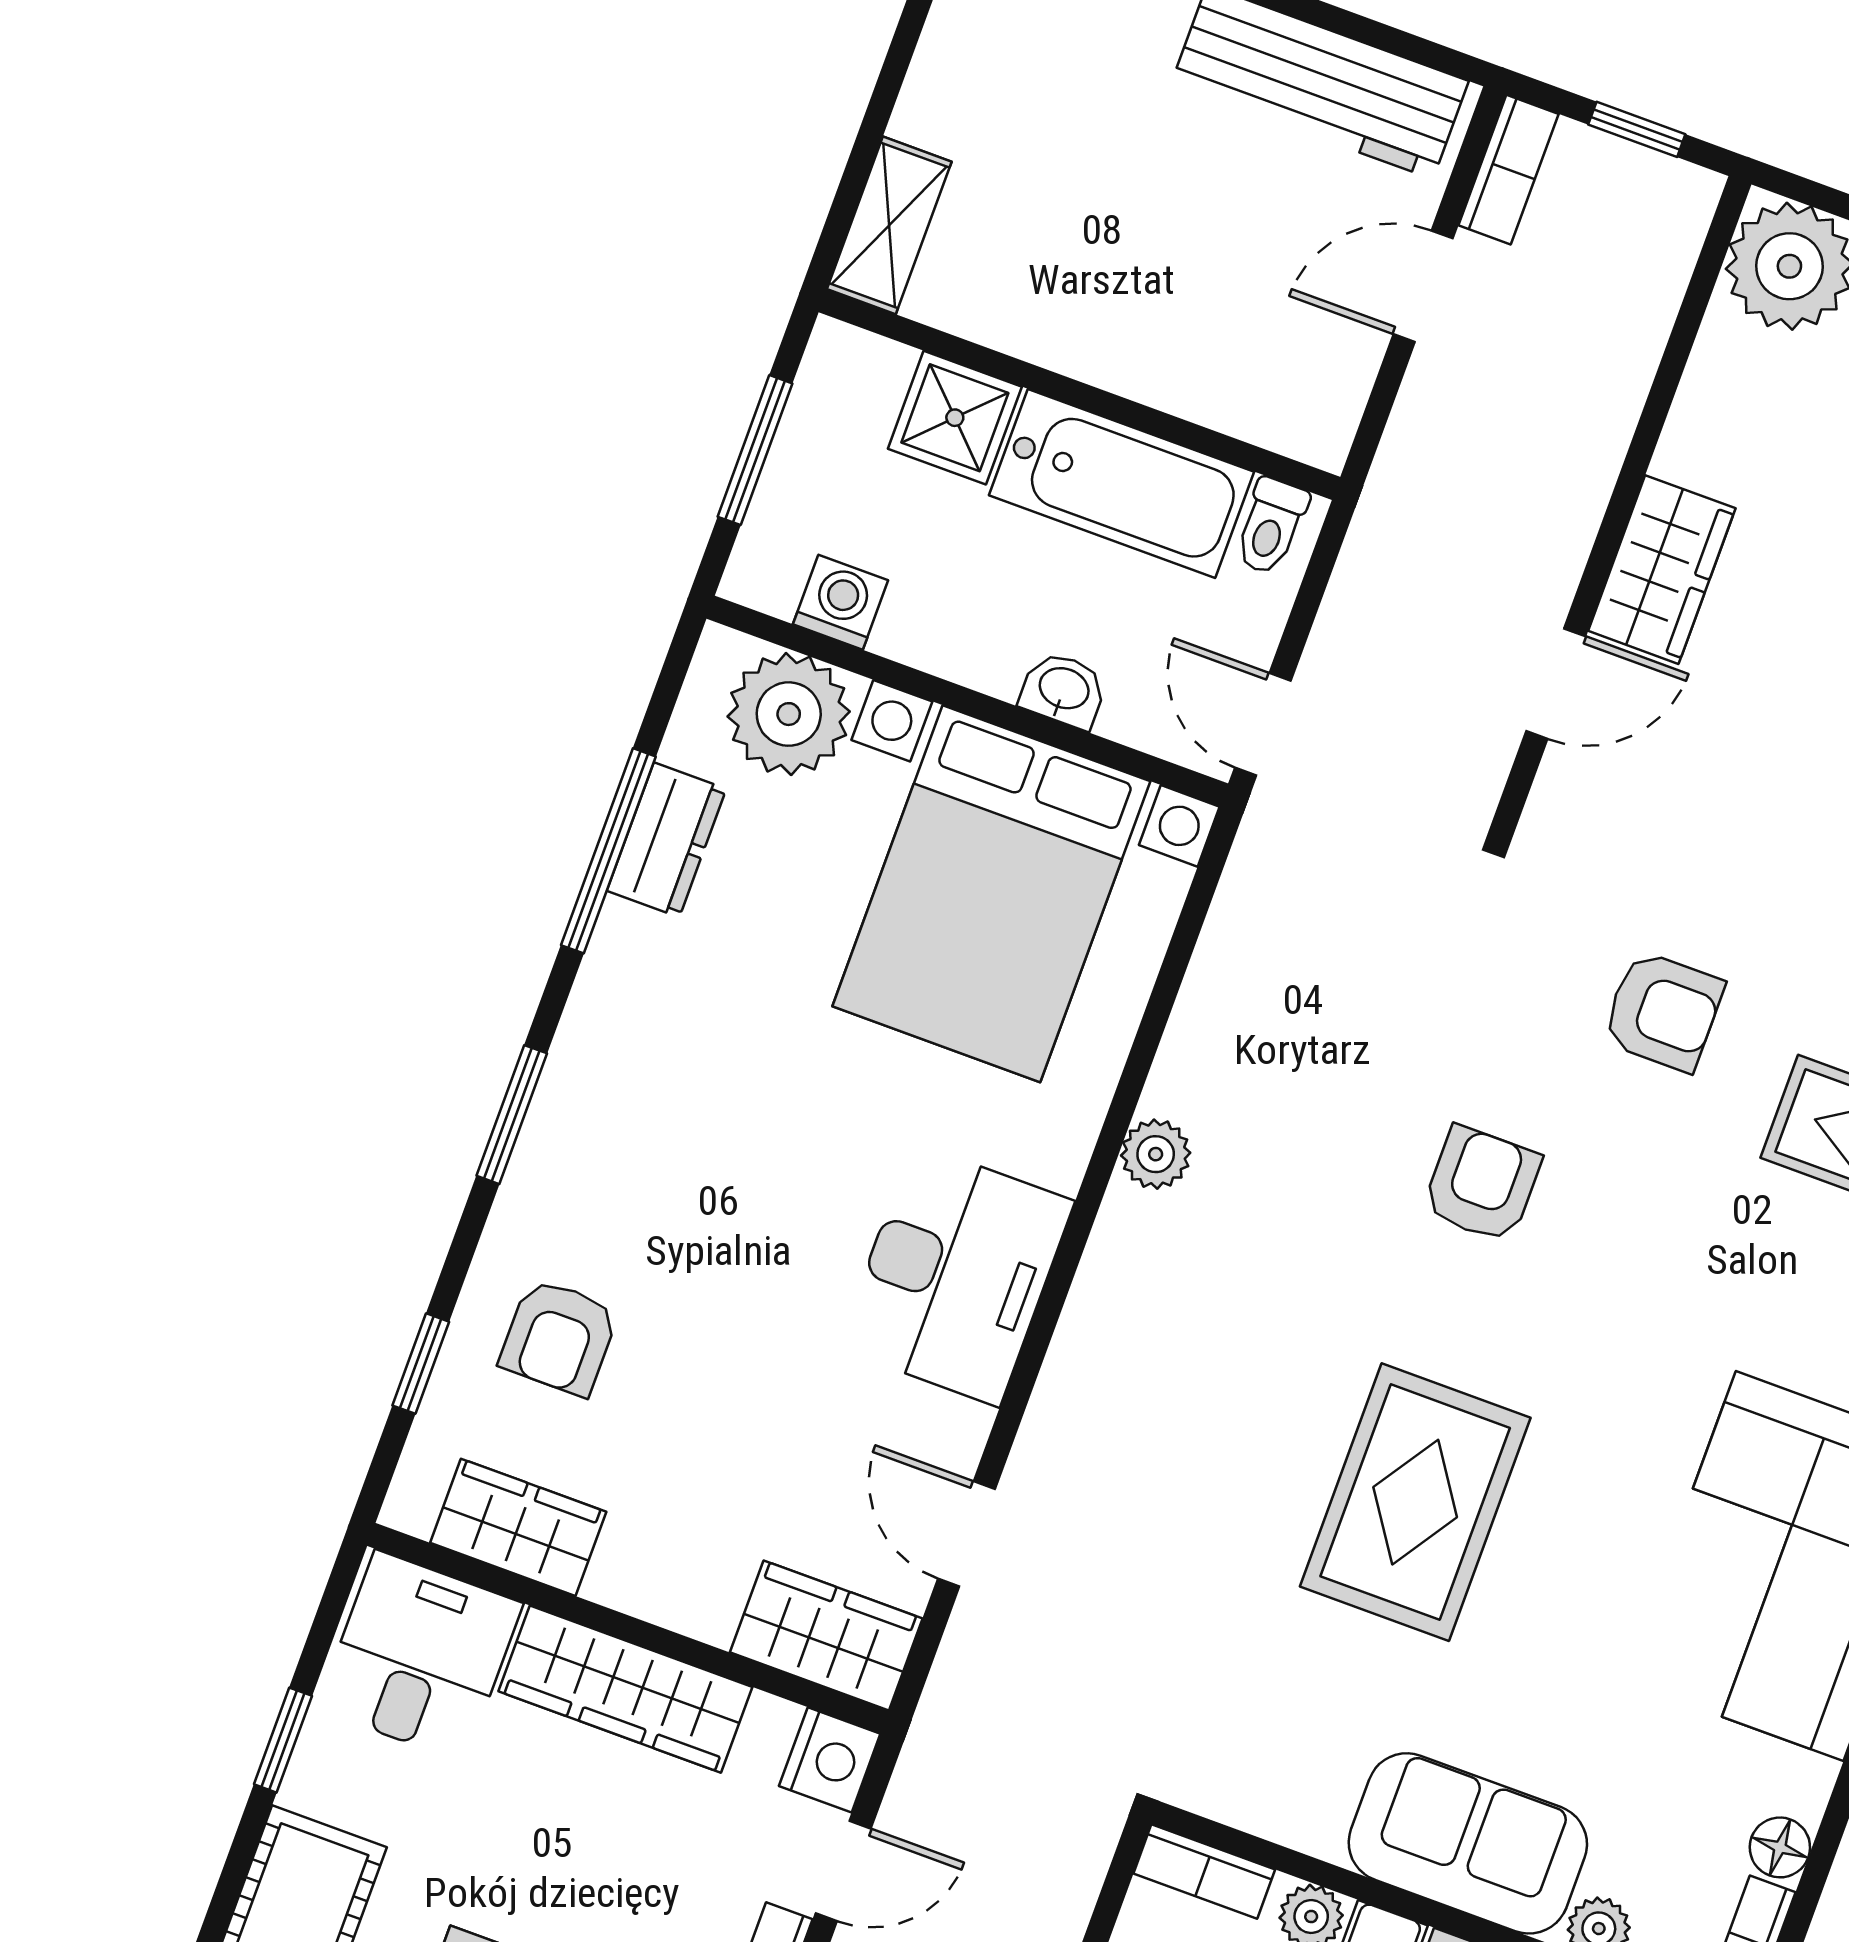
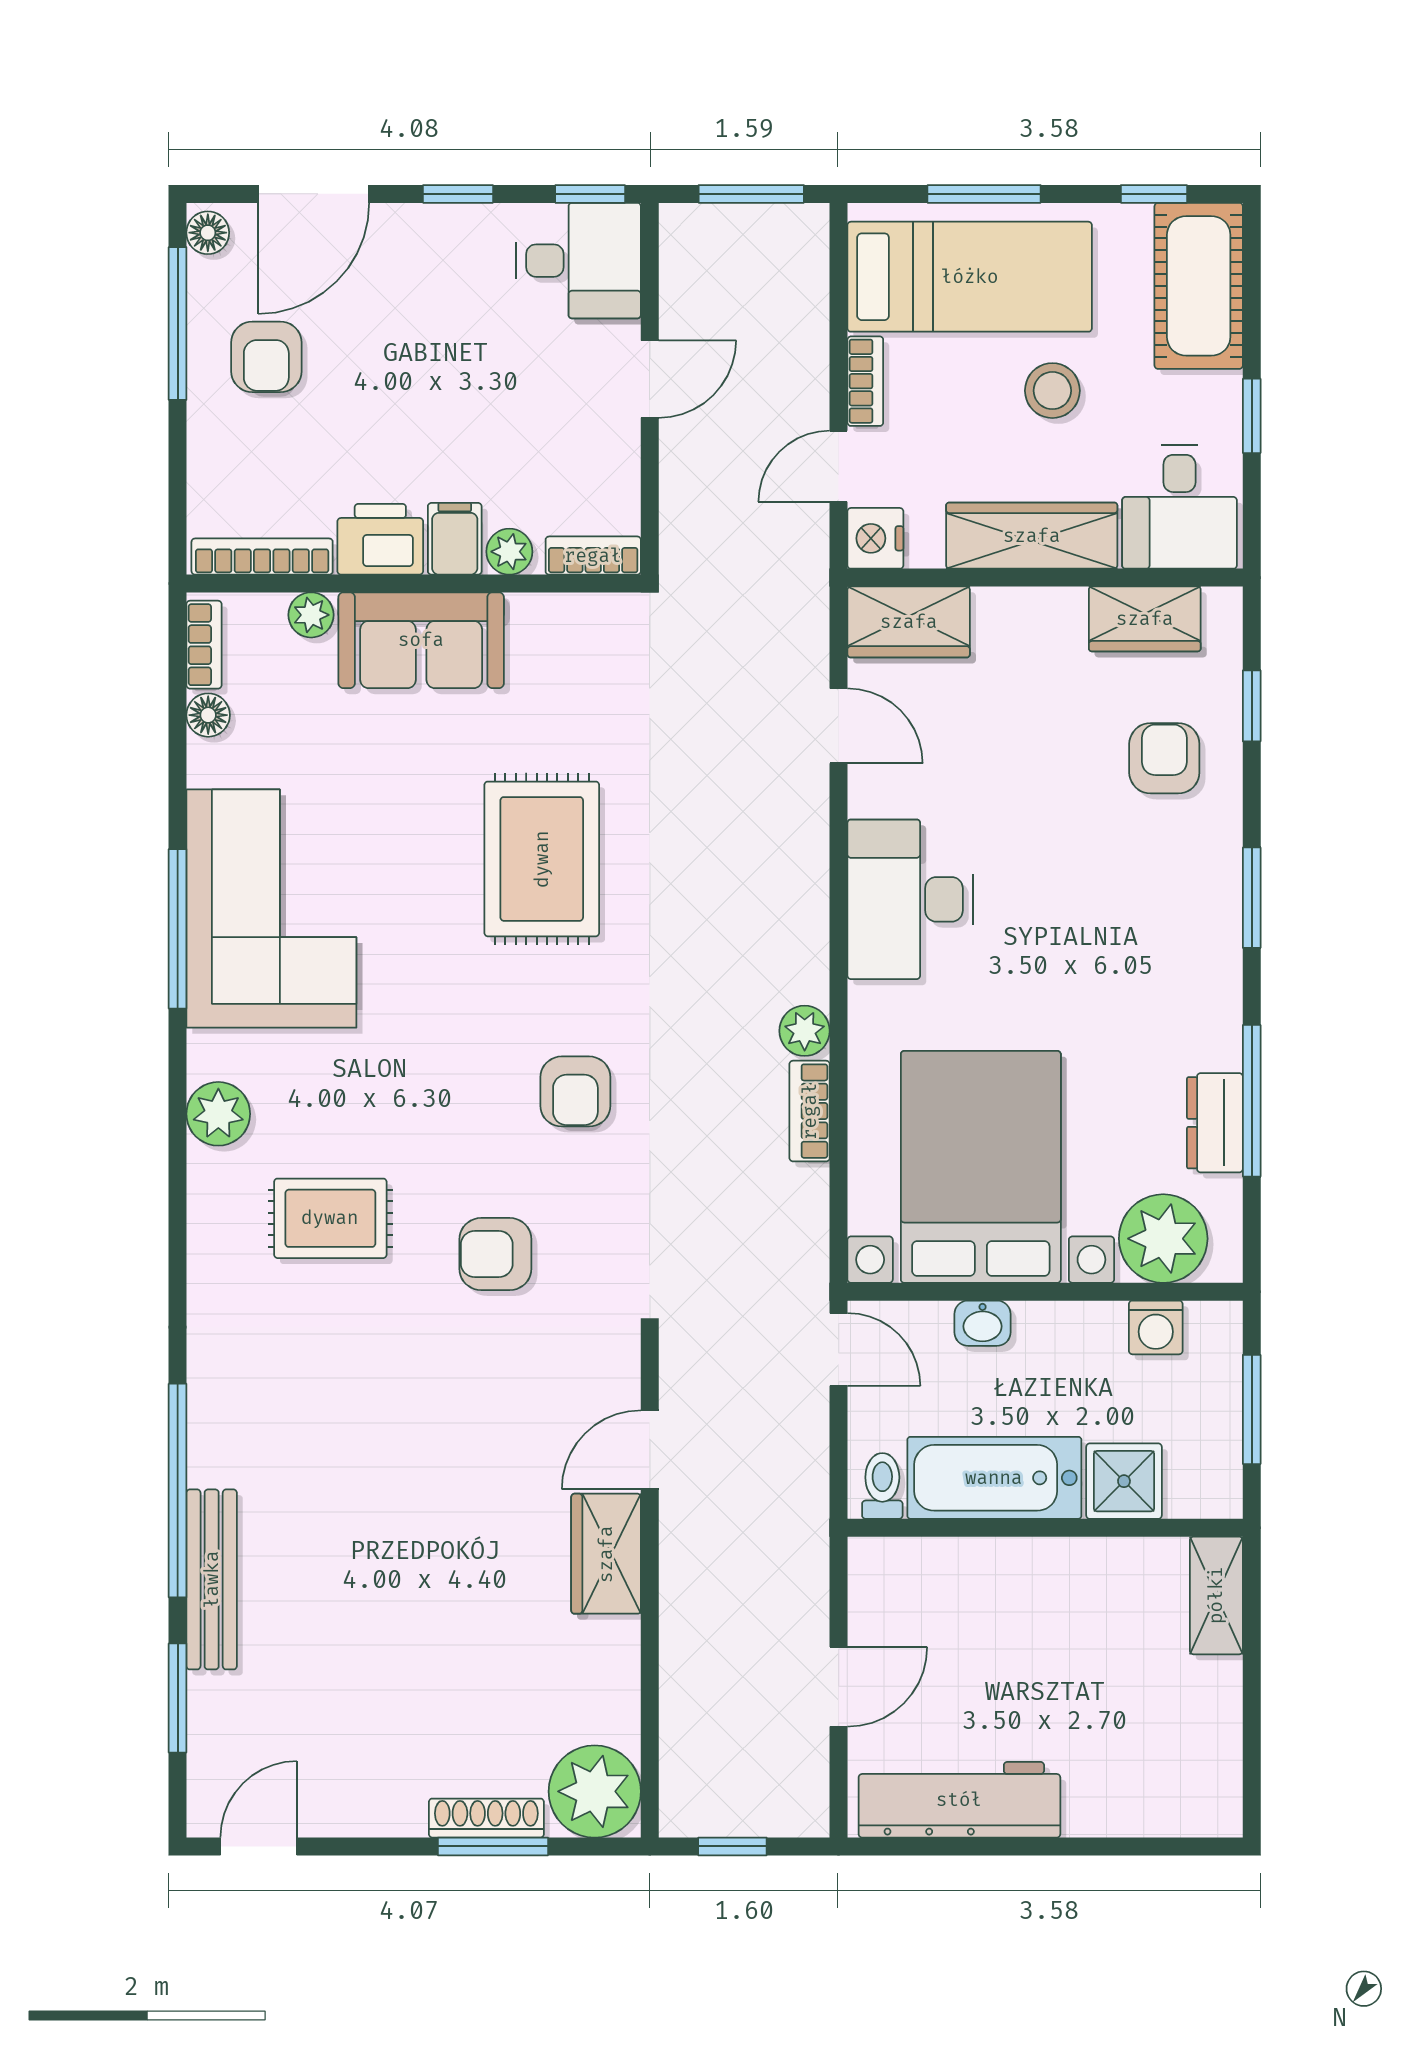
bookcase: (1509, 170) -> (810, 1111), moved
stool: (530, 1868) -> (1052, 391), added

